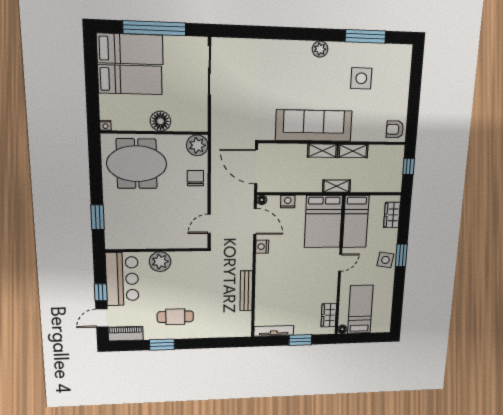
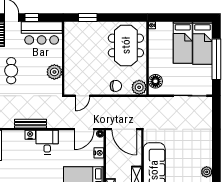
floor lamp: (160, 121) -> (155, 81), moved
door: (256, 167) -> (124, 129), swing flipped
door: (209, 224) -> (83, 96), swing flipped
nightstand: (262, 247) -> (30, 135), moved
plant: (160, 262) -> (54, 72), moved
desk: (271, 269) -> (47, 142), added

